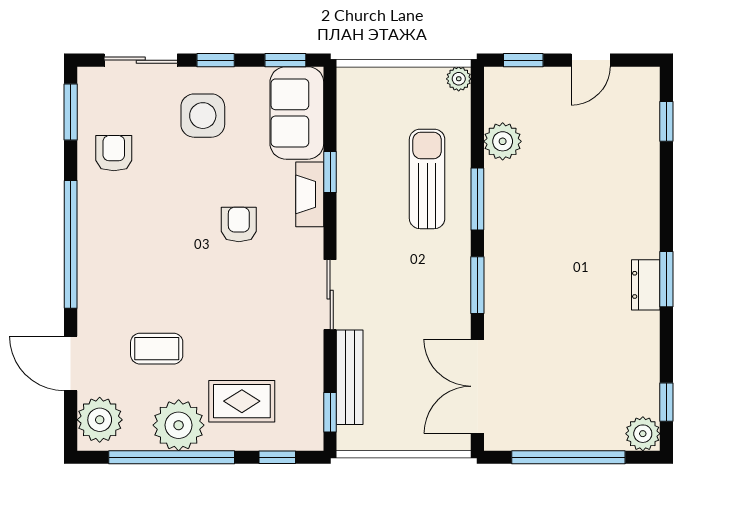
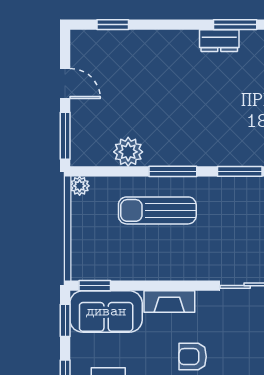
window: (523, 60) -> (65, 136), width x1.50
window: (330, 172) -> (95, 286), moved
dresser: (646, 285) -> (219, 41), moved

